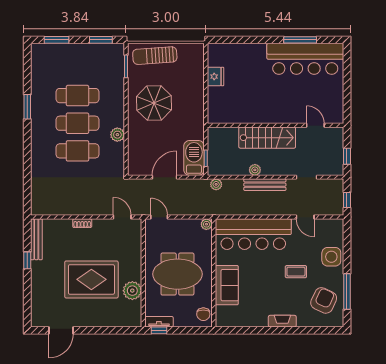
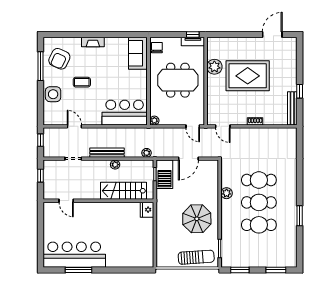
fridge: (215, 77) -> (147, 210), moved
stairs: (267, 138) -> (123, 191), moved
bar counter: (253, 234) -> (125, 113), width x0.73
sofa: (227, 285) -> (138, 53), moved

